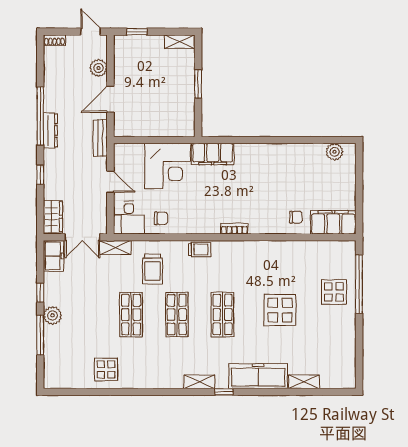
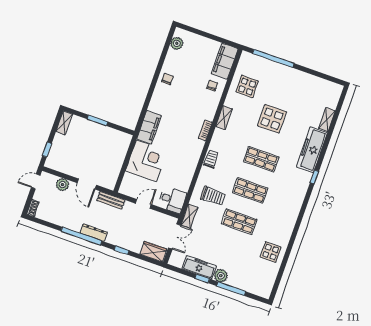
chair: (161, 218) -> (167, 79), moved
freezer: (53, 256) -> (199, 267), moved, width x1.40
display table: (334, 292) -> (247, 86), moved
shelving: (199, 382) -> (224, 118), moved

